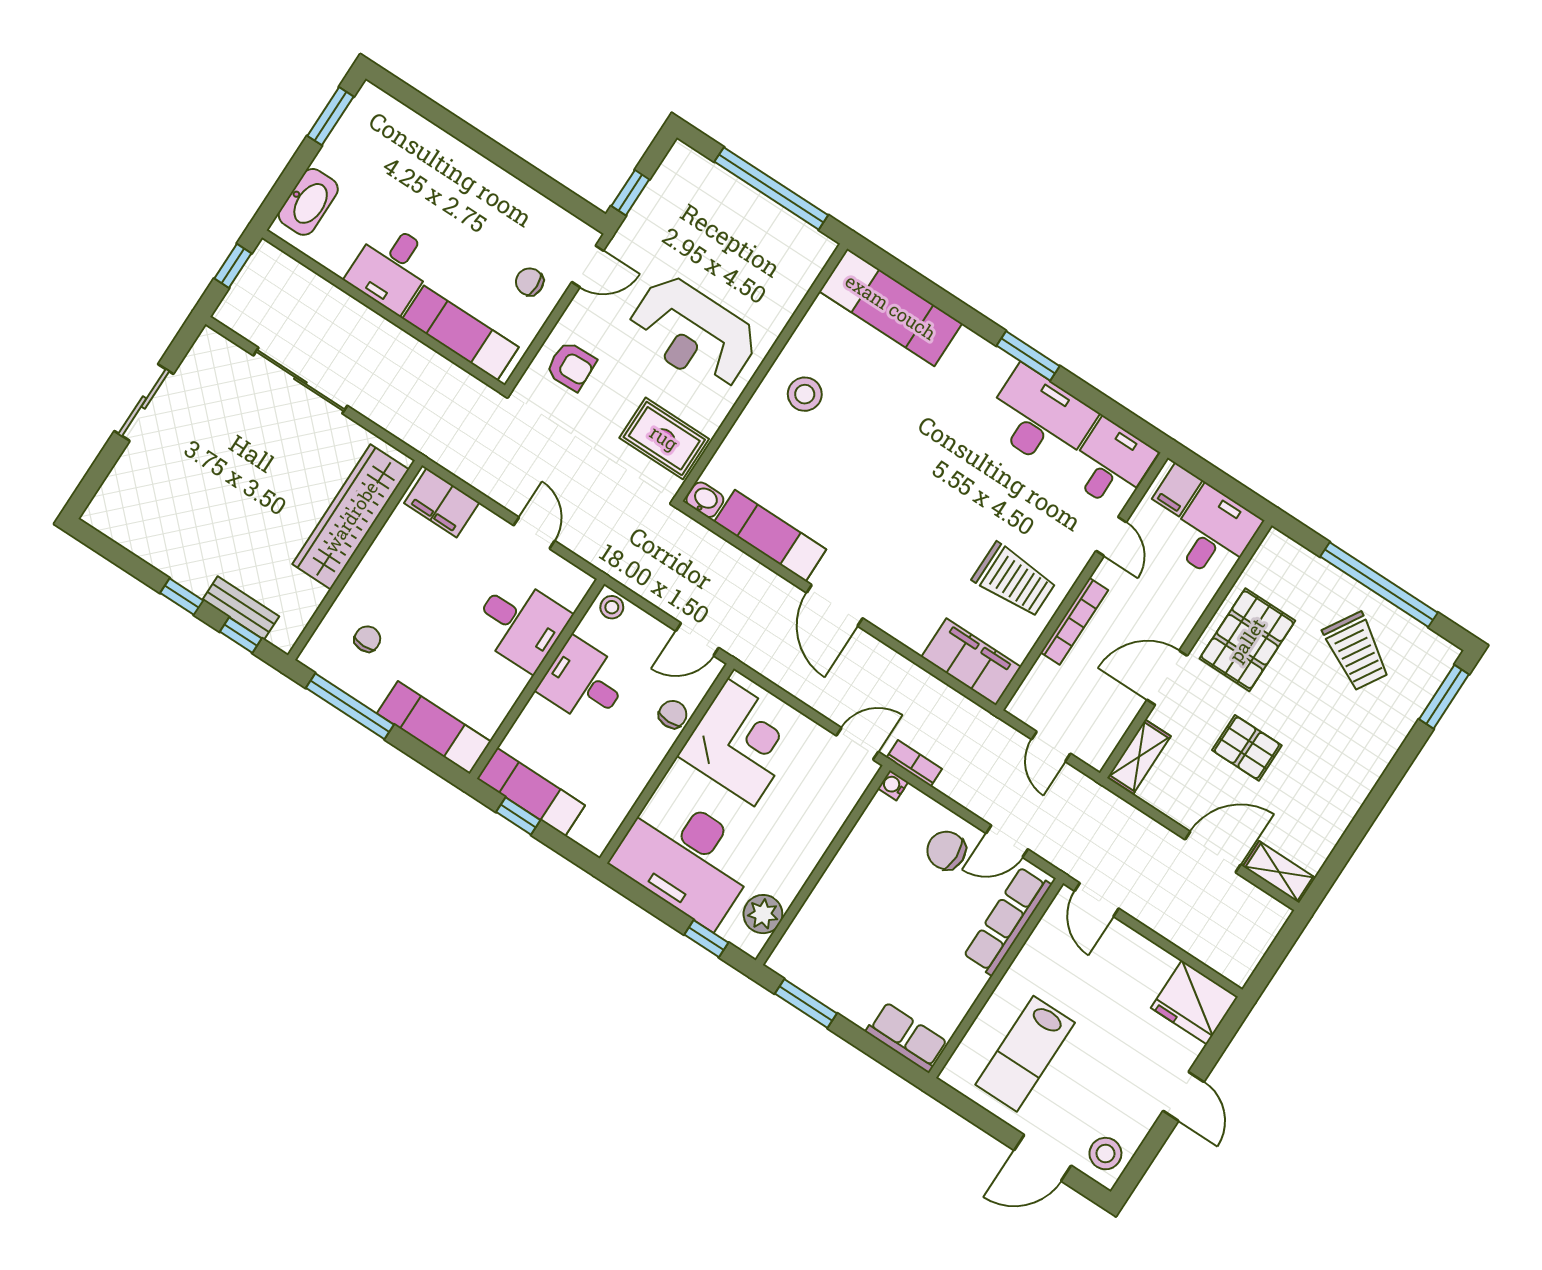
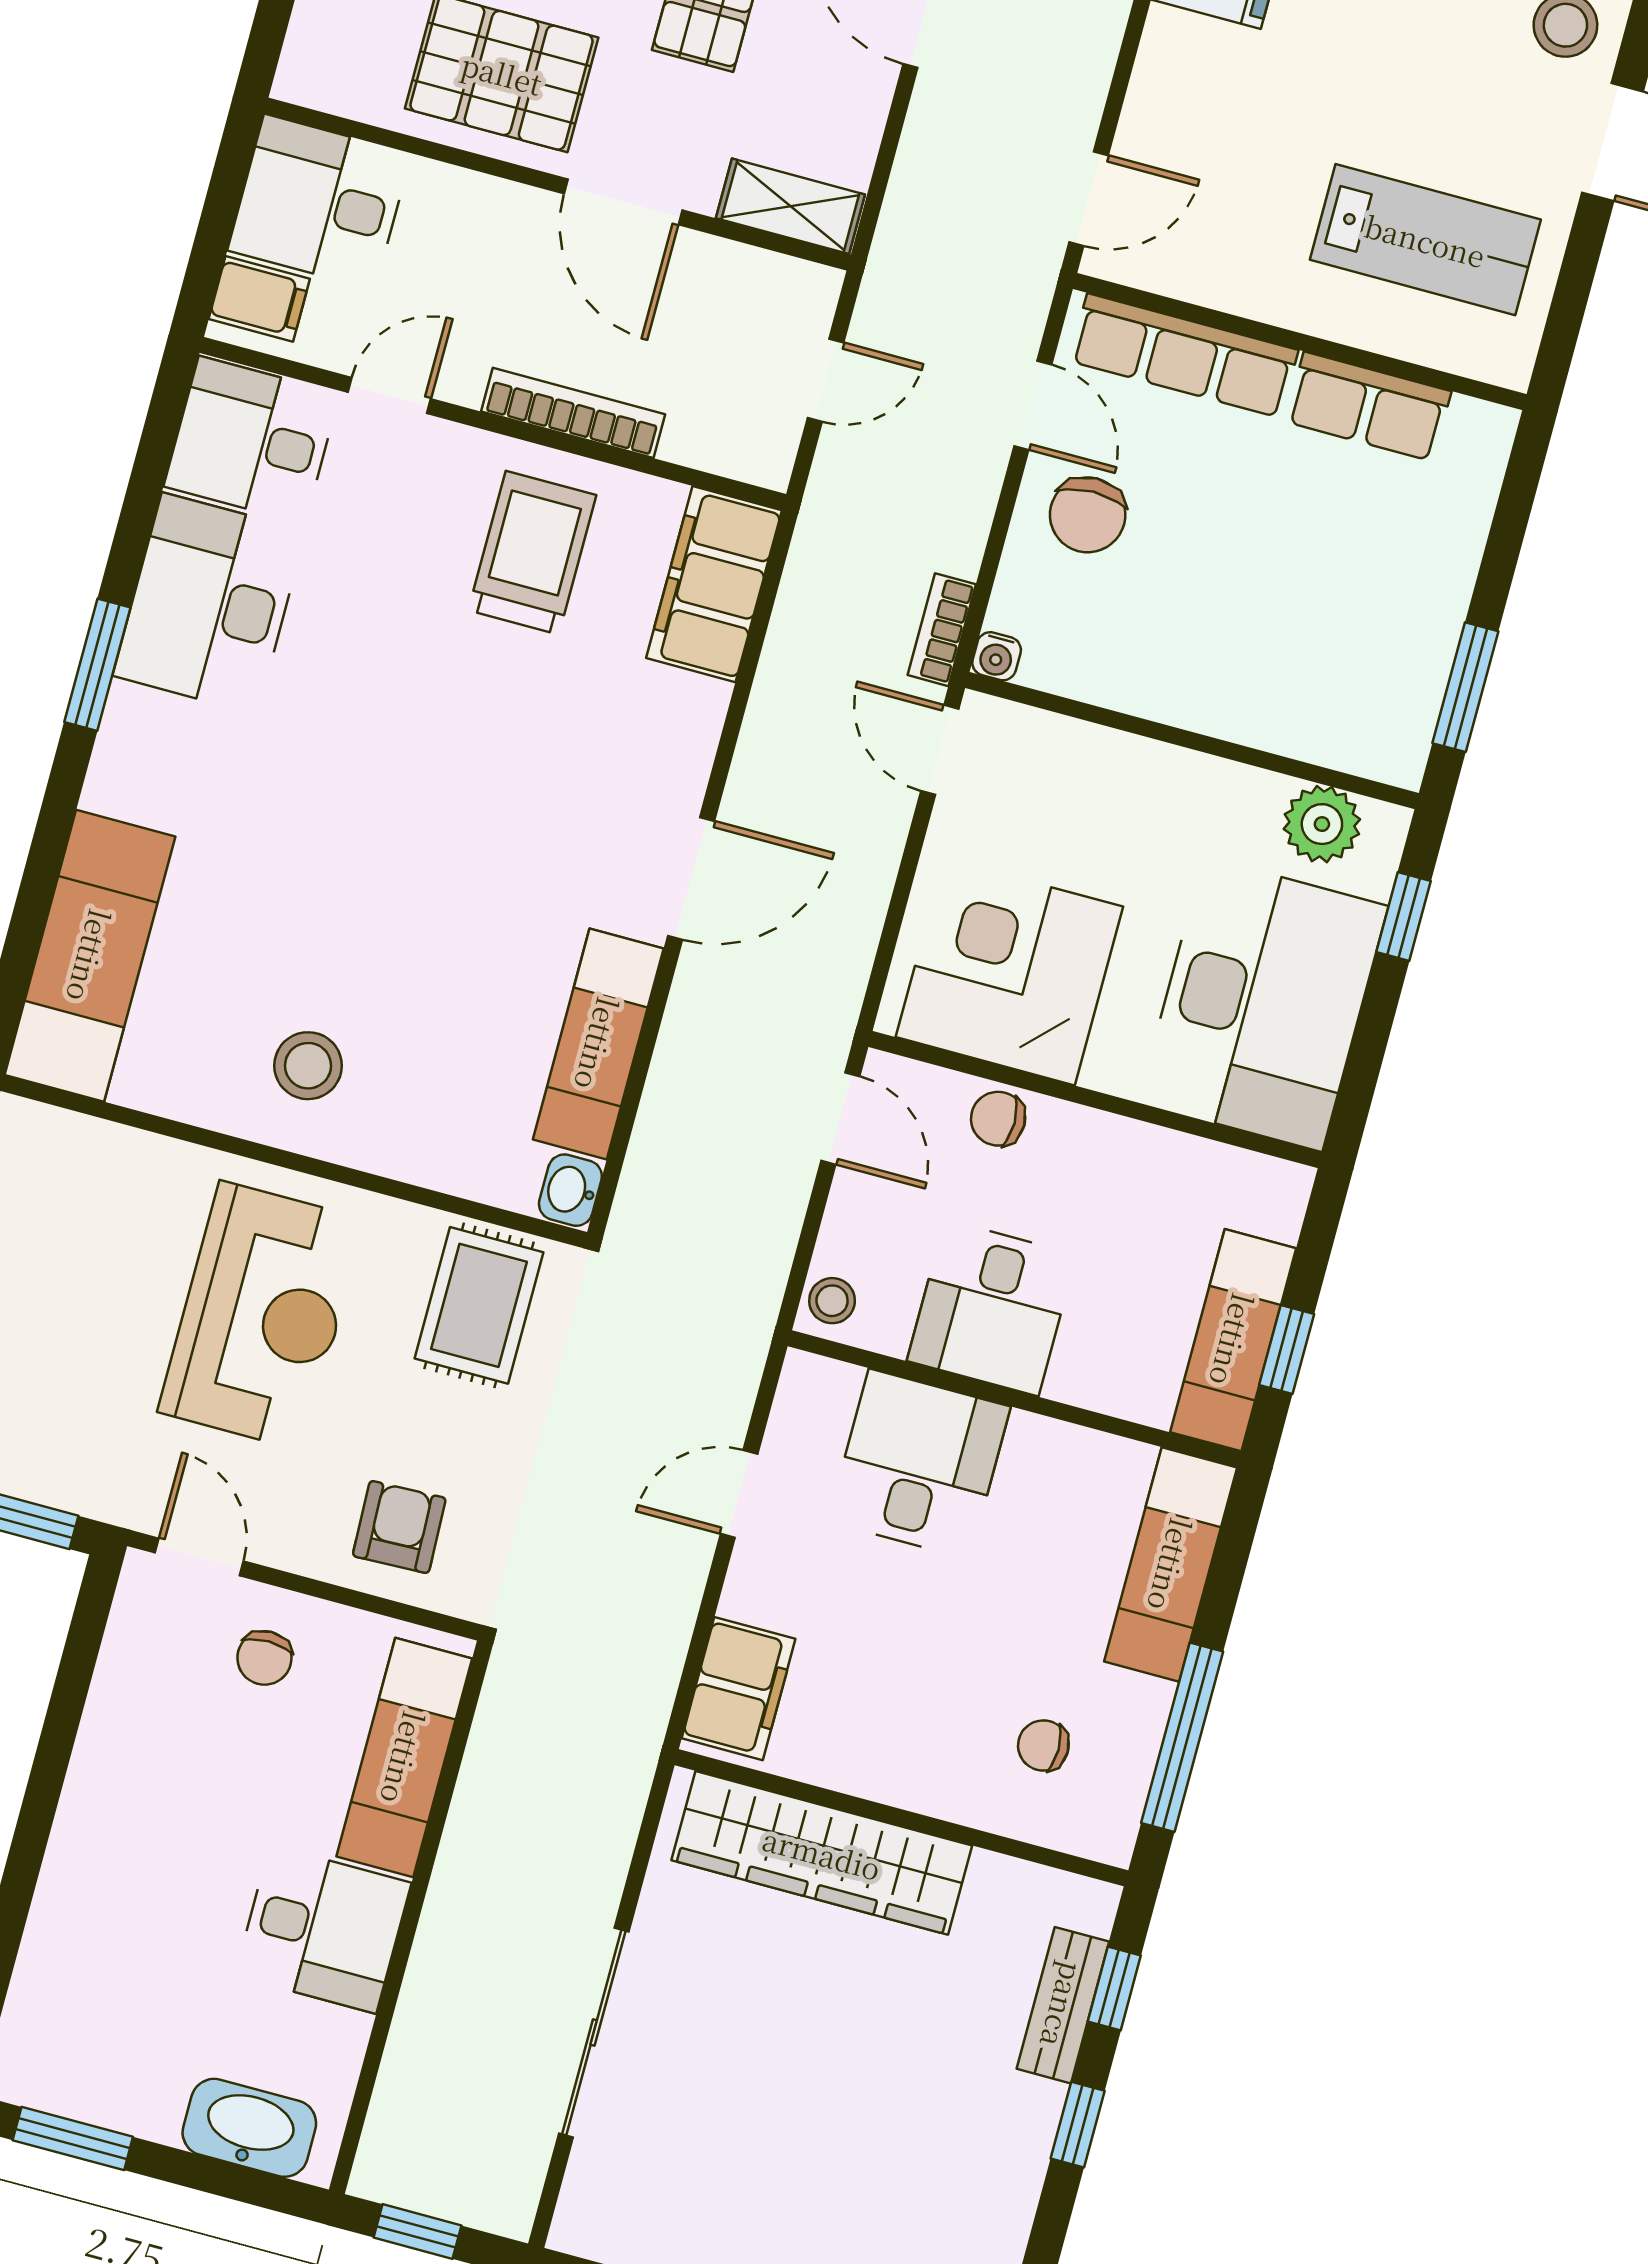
row of seats: (907, 1037) -> (1368, 407), moved, turned -90

